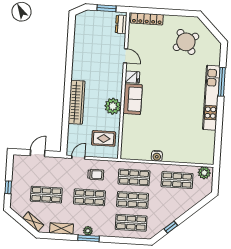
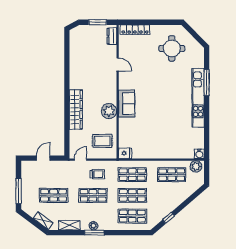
round table: (186, 42) -> (172, 48), turned 34
fridge: (132, 77) -> (125, 153), moved
water cooler: (157, 156) -> (199, 154), moved
window: (8, 187) -> (19, 191), width x2.17

